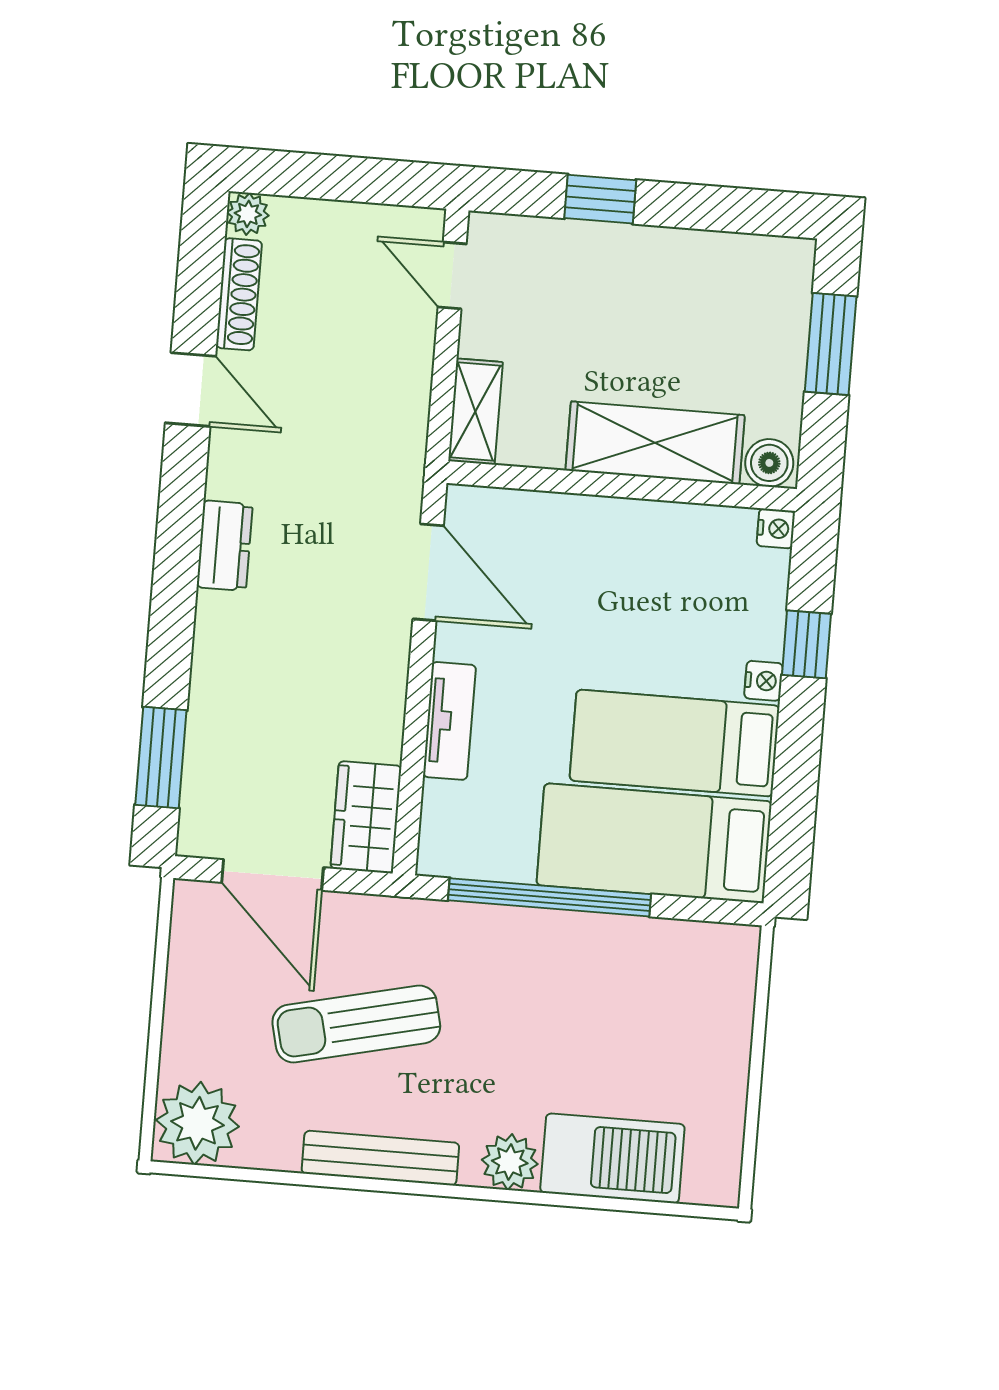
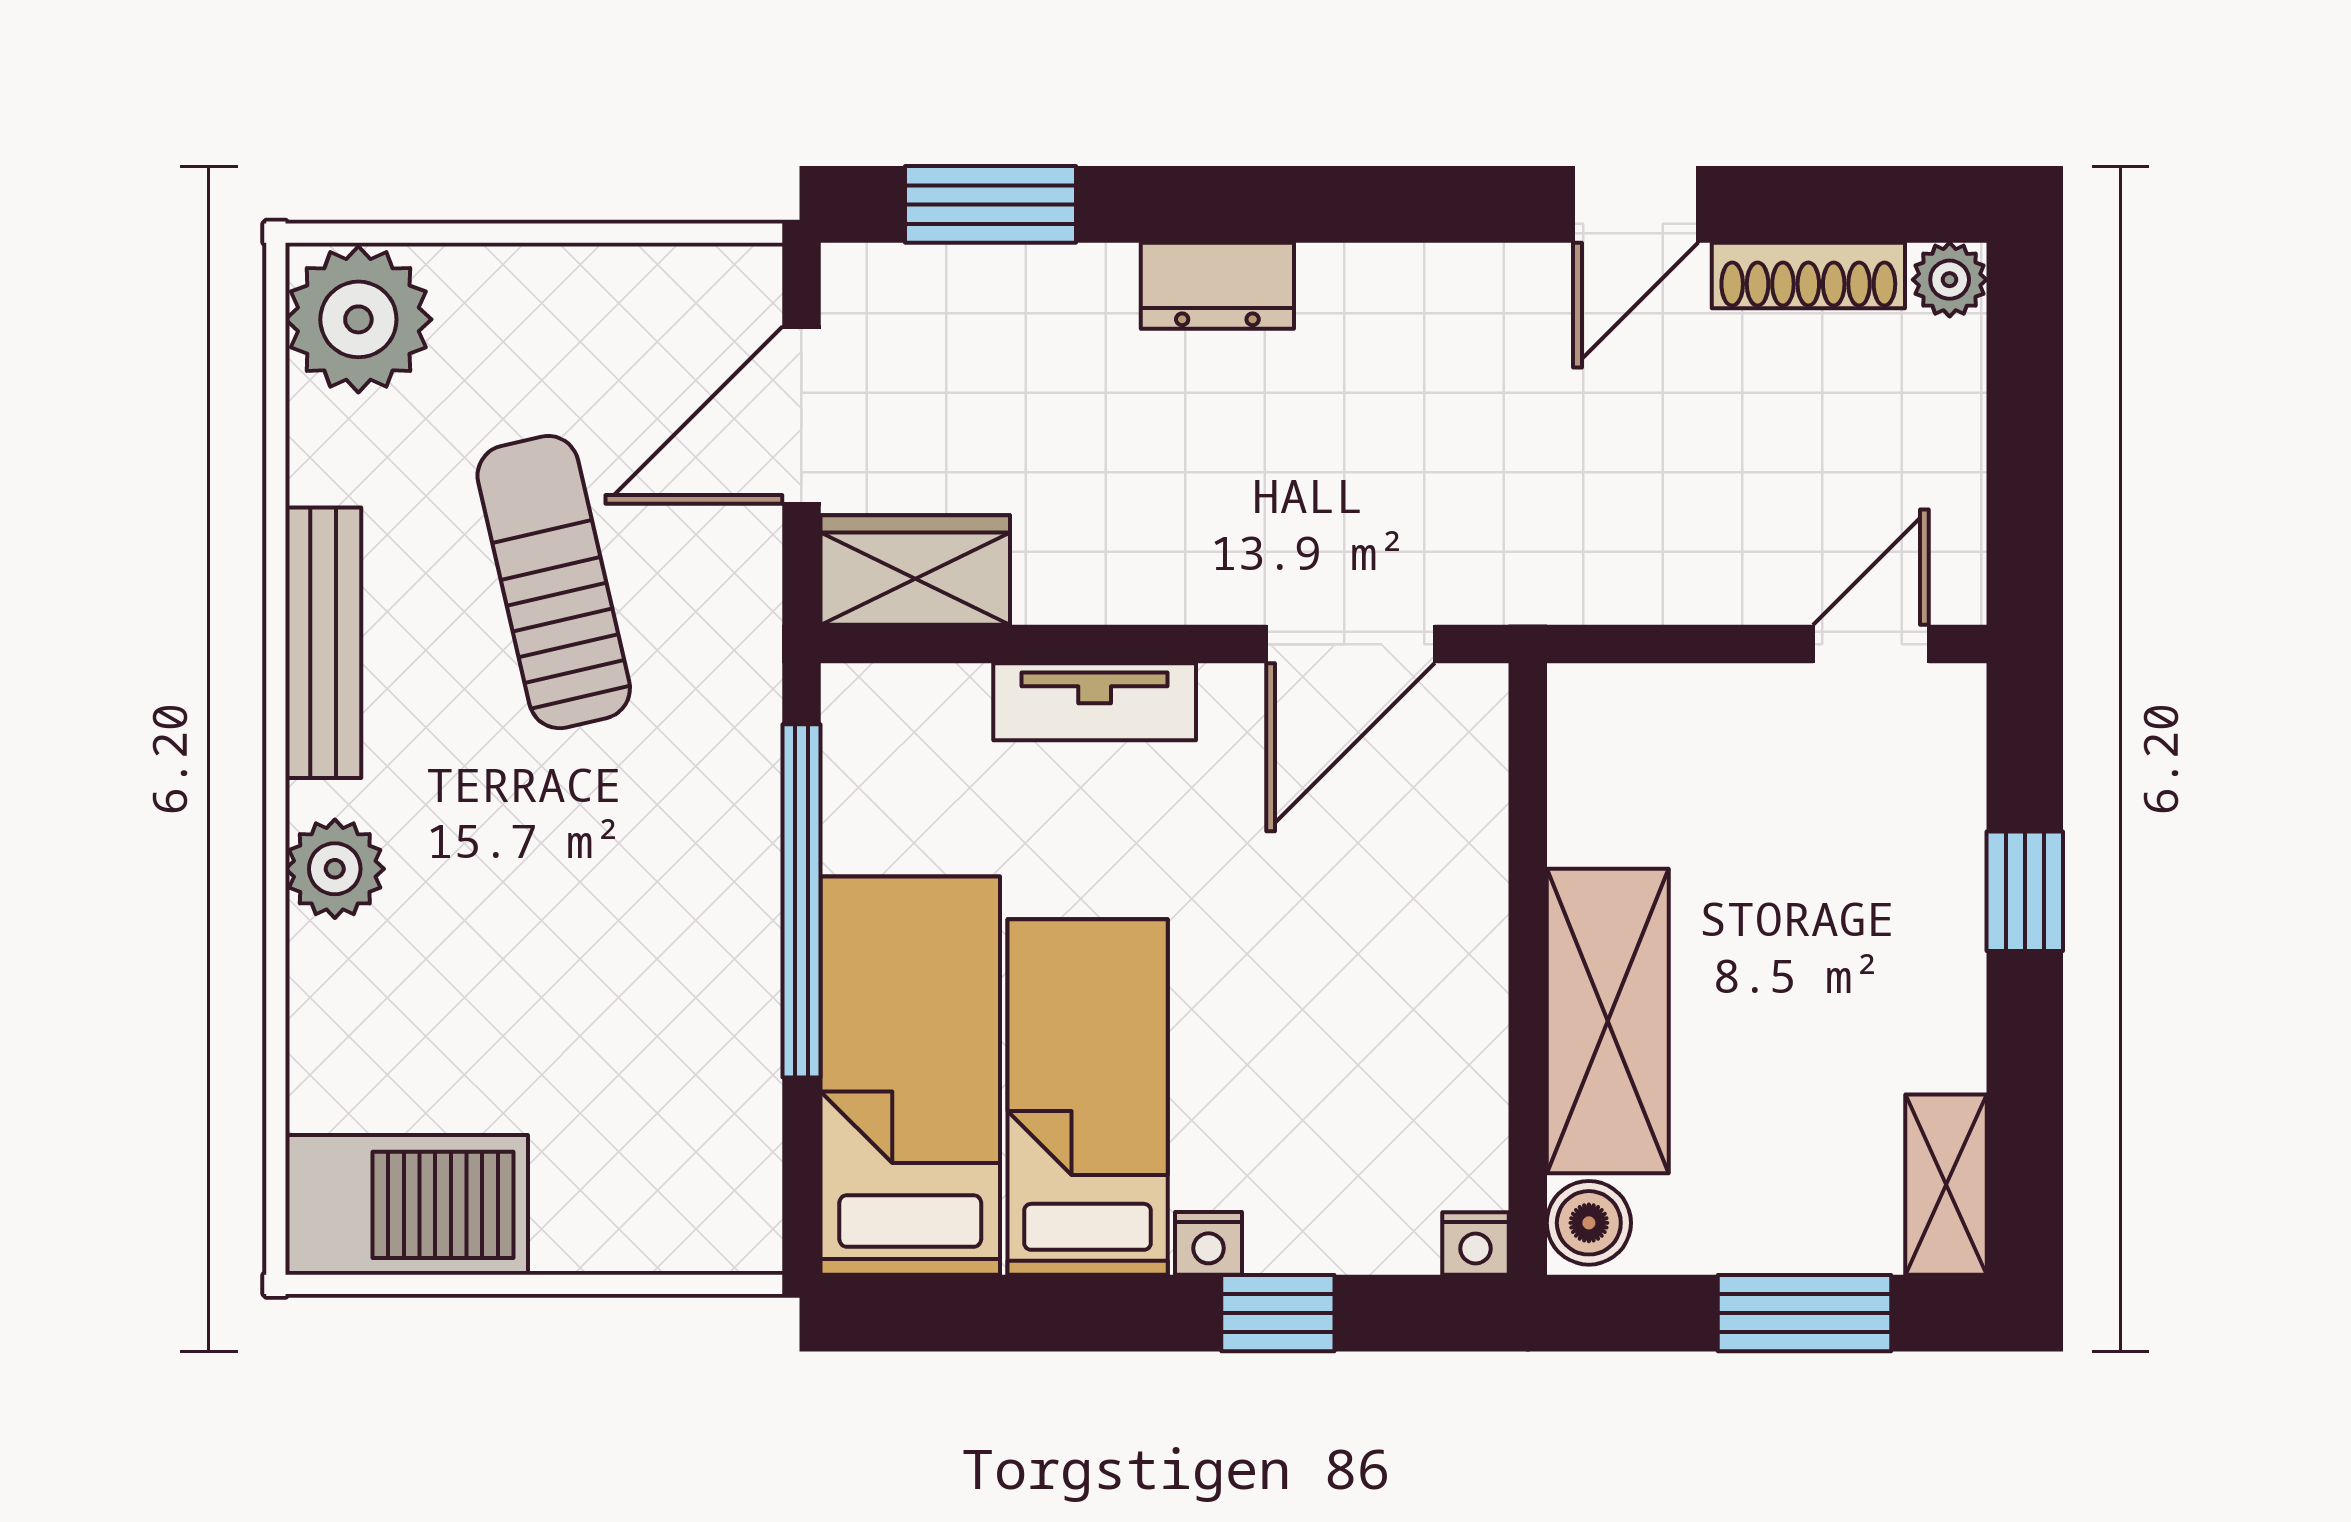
shelving: (475, 412) -> (1946, 1185), moved, turned 90
dresser: (225, 546) -> (1217, 286), moved
barbecue: (612, 1158) -> (407, 1205), moved, turned -90

